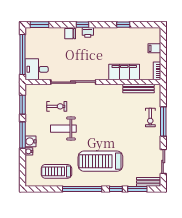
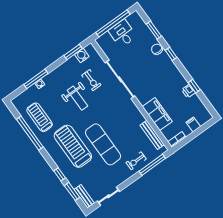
window: (39, 25) -> (154, 30), moved
printer: (88, 32) -> (188, 91), moved
desk: (37, 69) -> (122, 33), moved
window: (163, 122) -> (152, 165), moved
weight bench: (63, 129) -> (77, 98), turned 180
window: (22, 135) -> (36, 79), moved
exercise mat: (117, 135) -> (103, 144), added
water cooler: (31, 141) -> (82, 56), moved
window: (82, 189) -> (30, 133), moved

